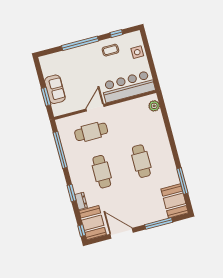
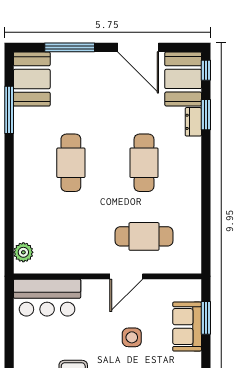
side table: (137, 52) -> (132, 337), moved
bar counter: (128, 87) -> (47, 298), width x0.73
window: (60, 150) -> (206, 219), removed
window: (72, 193) -> (206, 115), moved

